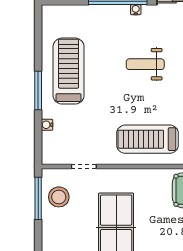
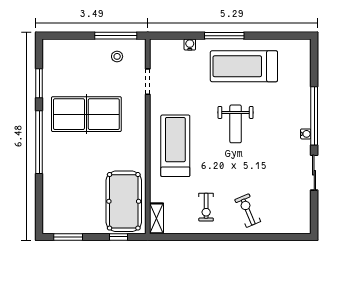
weight bench: (145, 64) -> (236, 124), moved, turned 180
treadmill: (69, 71) -> (244, 66), turned 180
stool: (59, 197) -> (117, 56), width x0.53, depth x0.53

